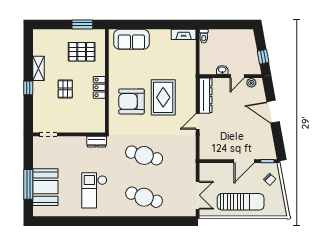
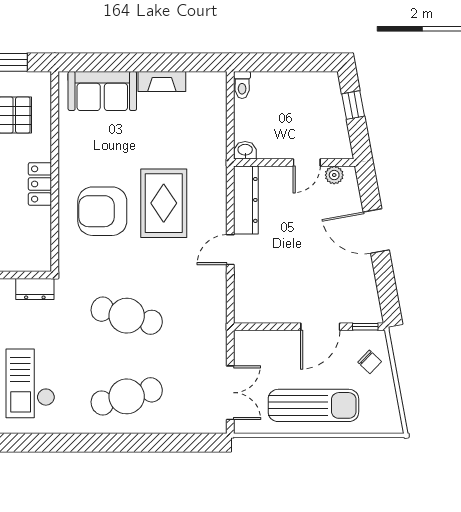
fireplace: (184, 34) -> (162, 81), moved
window: (263, 57) -> (353, 105), moved
washbasin: (222, 70) -> (245, 150), moved
cafe table: (144, 197) -> (127, 396), turned -33

